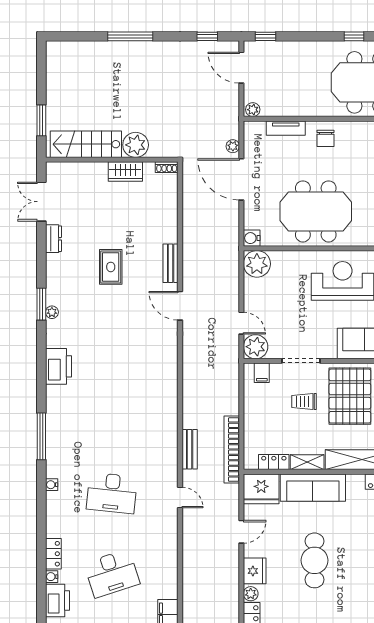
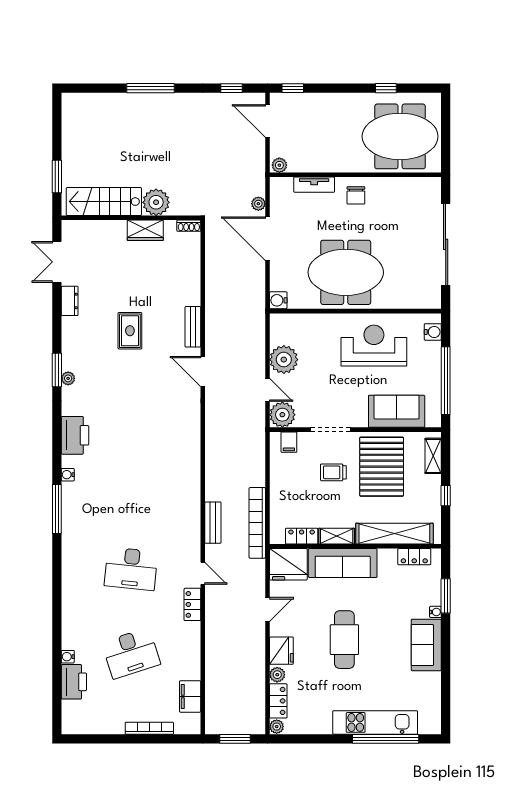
plant: (257, 264) -> (284, 360), moved
water cooler: (52, 485) -> (68, 475), moved
locker: (53, 554) -> (192, 604), moved, turned 180

